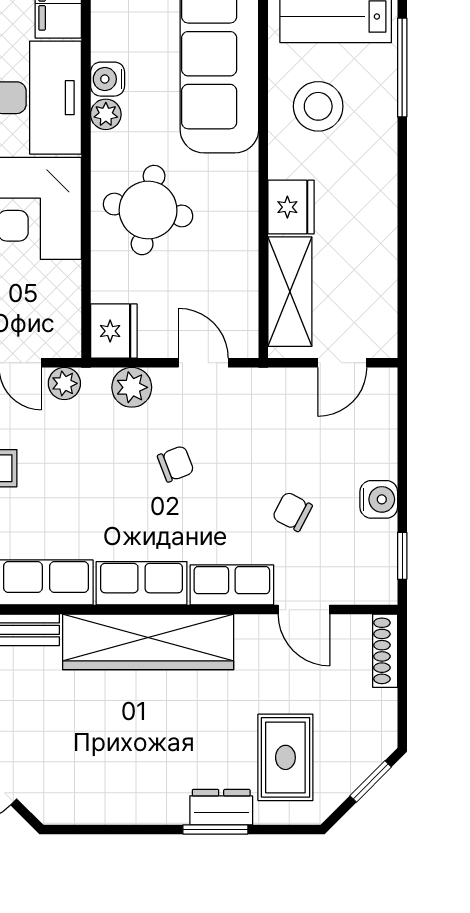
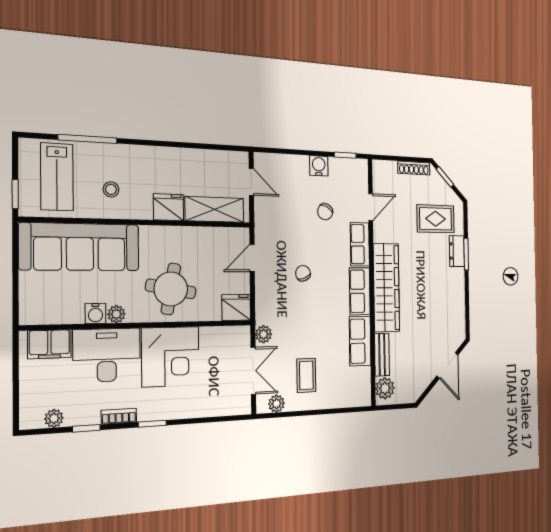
stool: (318, 106) -> (111, 189), width x0.53, depth x0.53
plant: (132, 387) -> (265, 297), removed
shoe rack: (385, 651) -> (414, 168), moved

